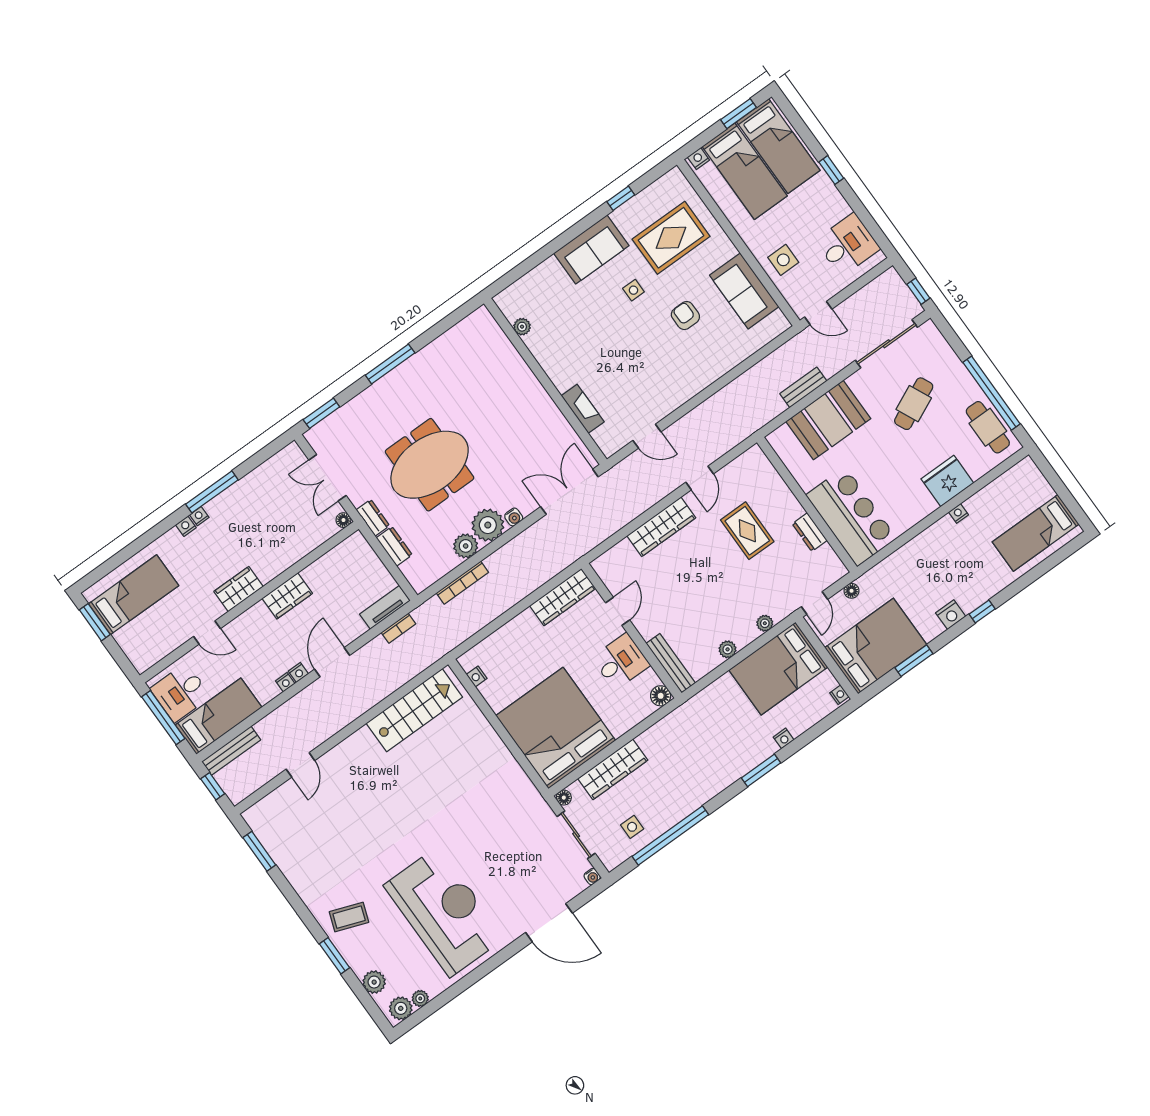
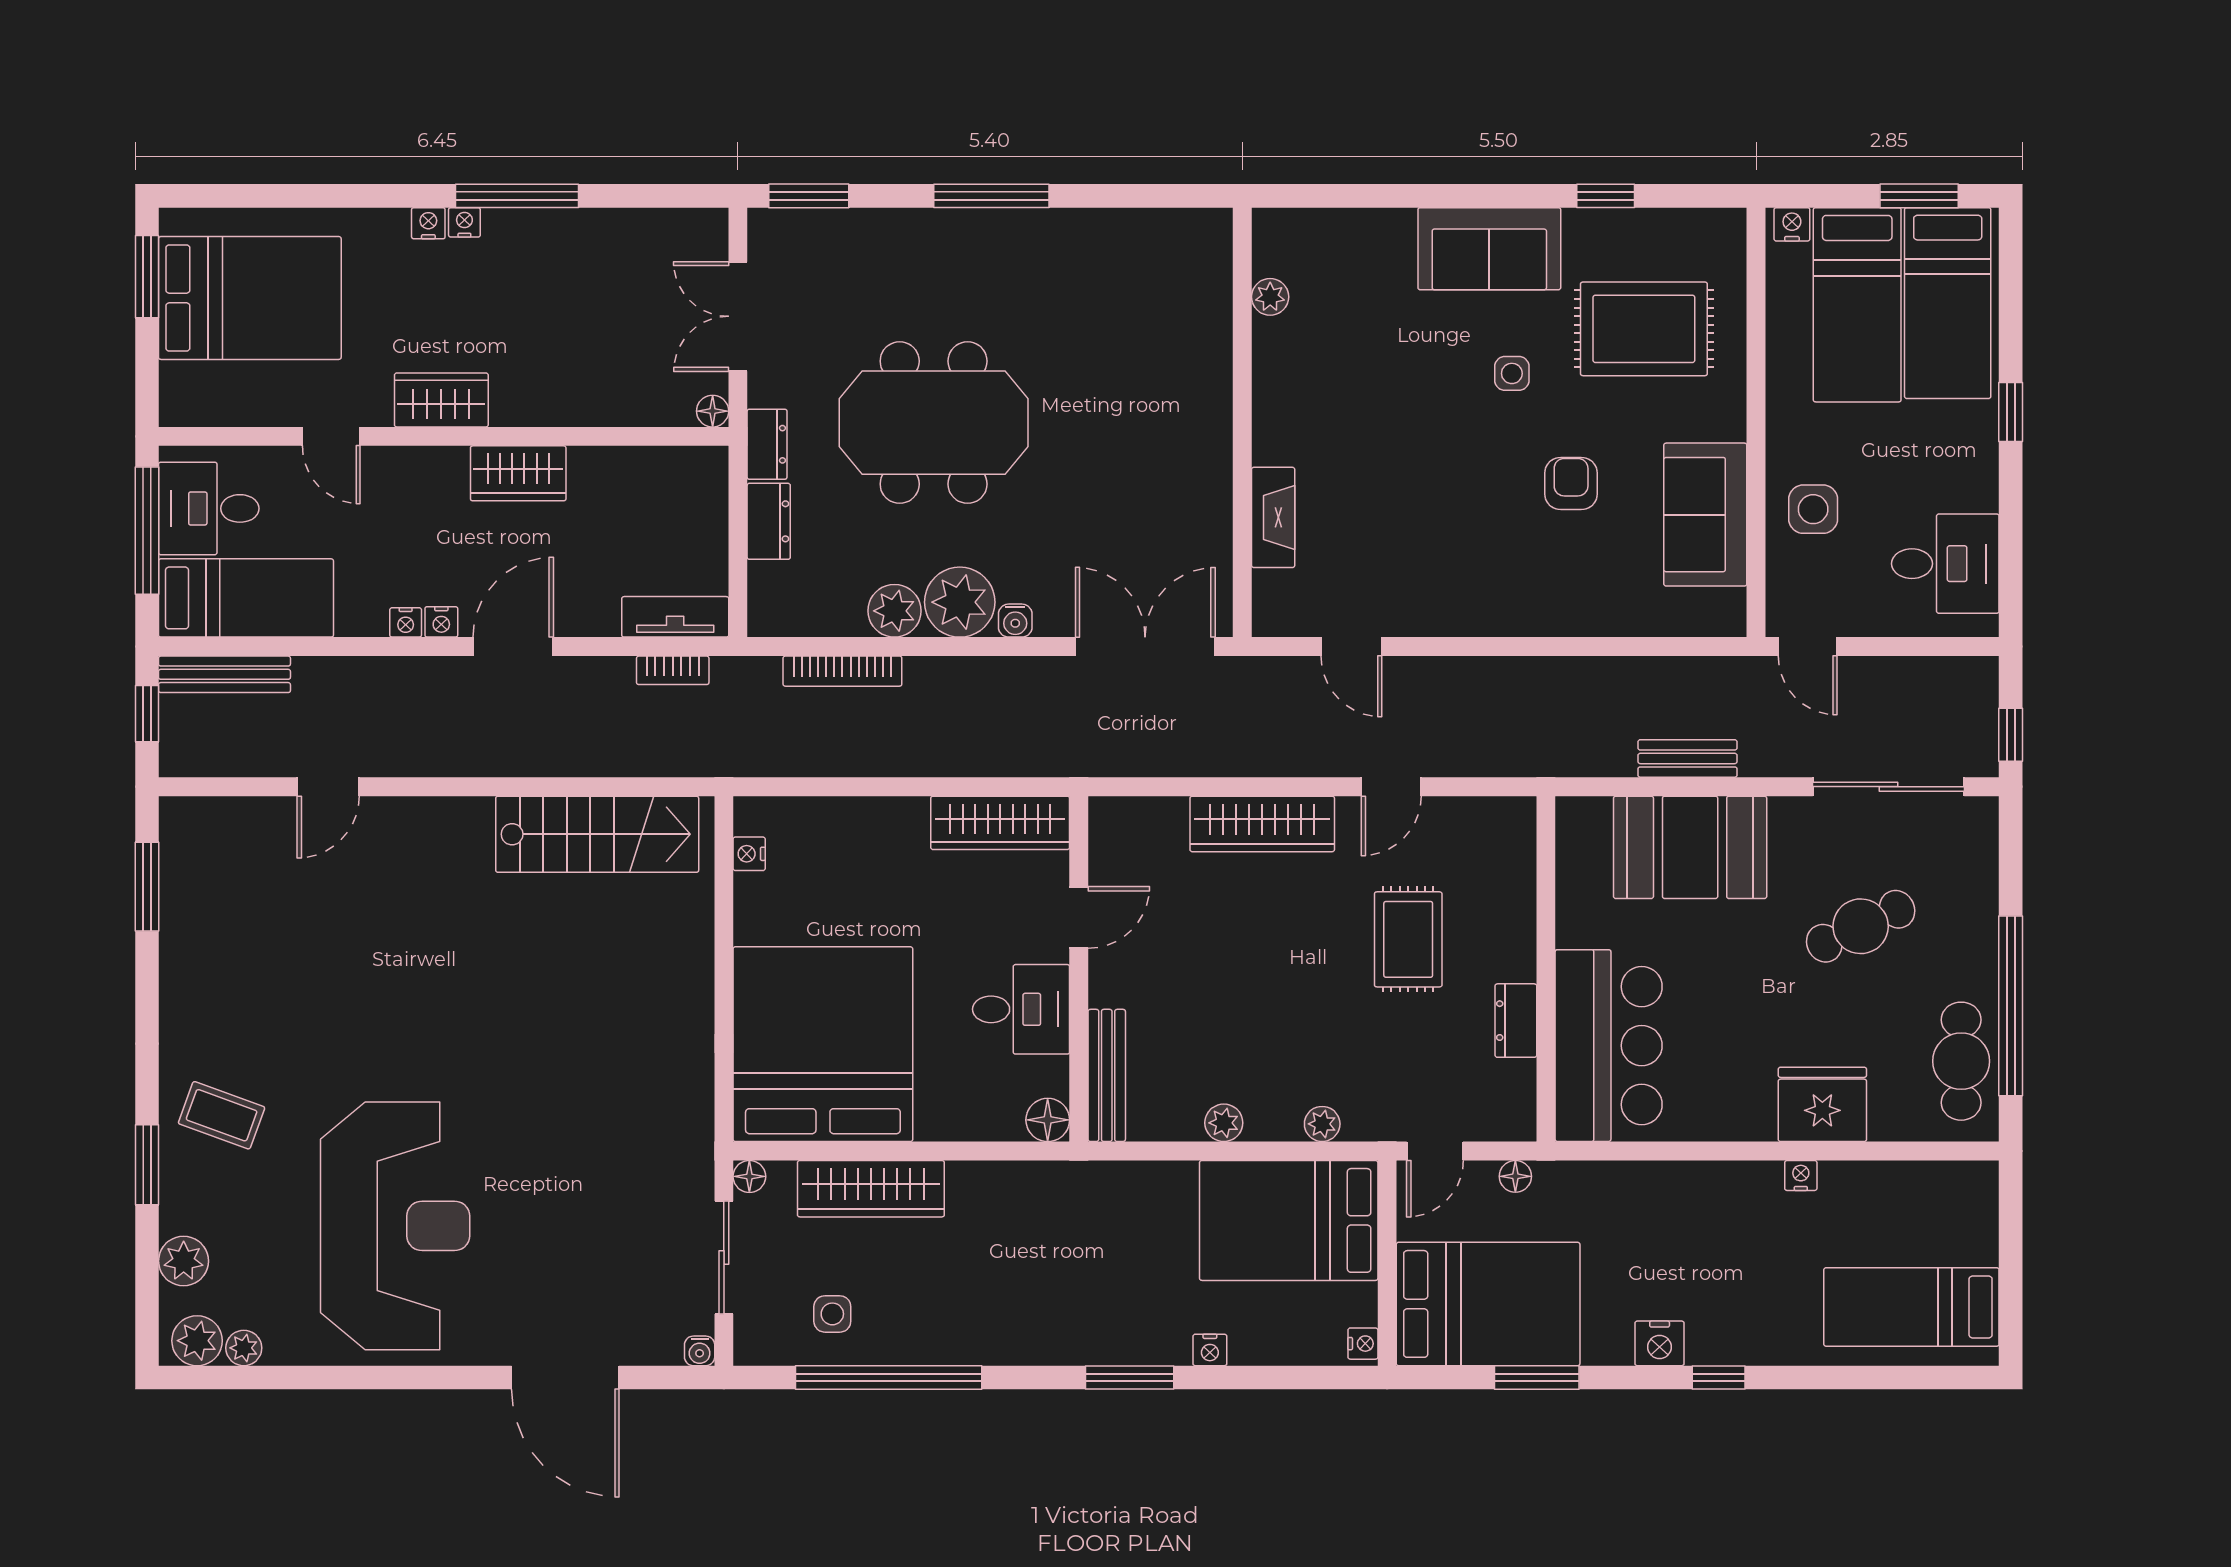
bed: (134, 595) -> (250, 298), width x1.50

